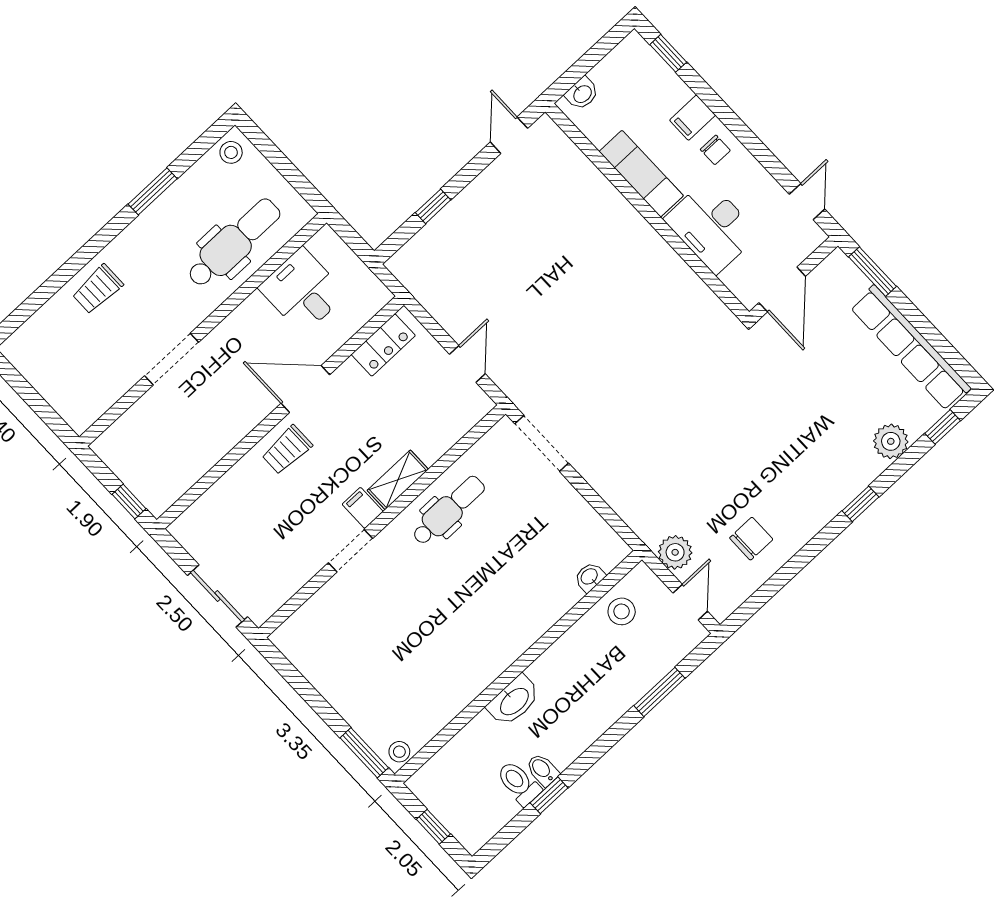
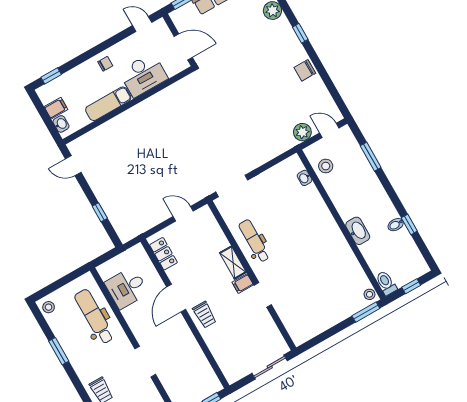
filing cabinet: (693, 118) -> (56, 108), moved, turned -90
chair: (751, 539) -> (305, 70), moved, turned -90
toilet: (519, 783) -> (386, 283), moved, turned 90

